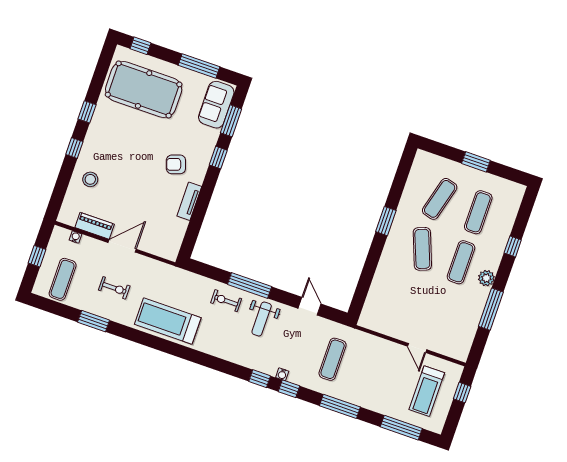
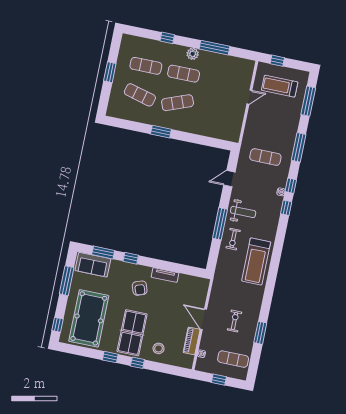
table tennis table: (116, 146) -> (132, 333), added
treadmill: (168, 321) -> (256, 261), moved
treadmill: (427, 391) -> (280, 86), turned 180

